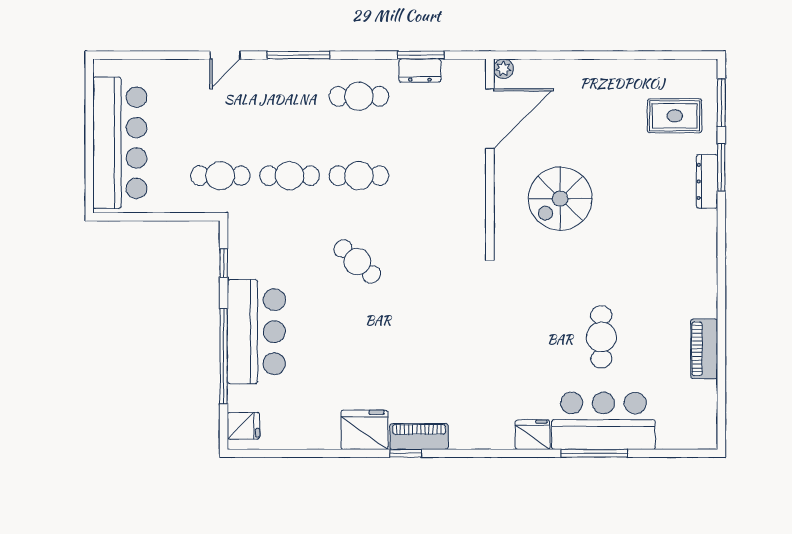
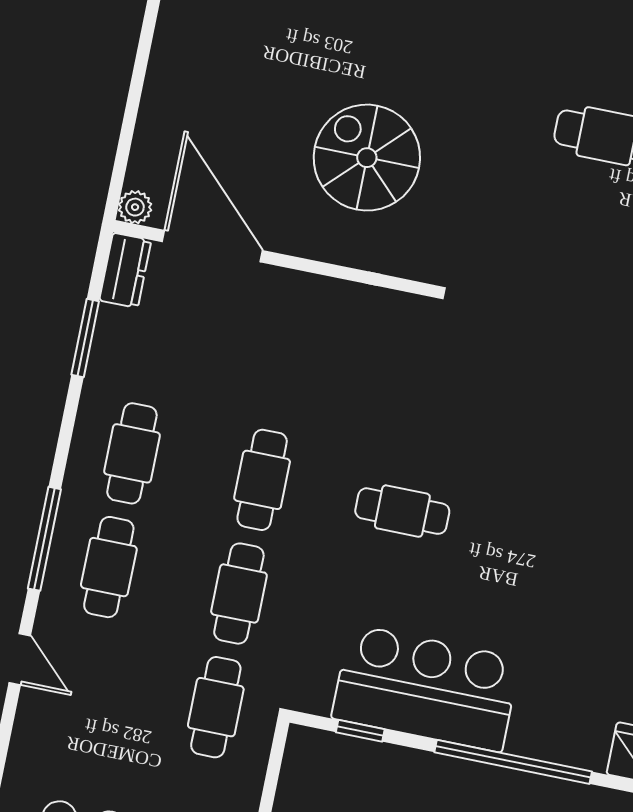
dresser: (420, 71) -> (125, 270), moved
cafe table: (290, 96) -> (109, 567), added
spiral stairs: (560, 199) -> (367, 158), turned 180
cafe table: (357, 262) -> (402, 511), turned 48
bar counter: (256, 332) -> (426, 688), moved

